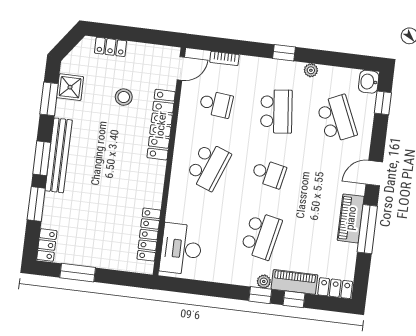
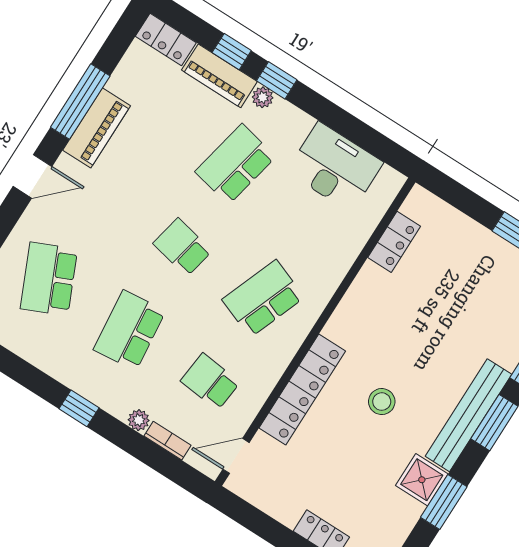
plant: (311, 70) -> (139, 420), moved
shower: (70, 87) -> (422, 480), moved
stool: (124, 97) -> (382, 402), moved
locker: (149, 235) -> (394, 242), width x0.66
desk: (181, 249) -> (335, 167), moved, turned -90

